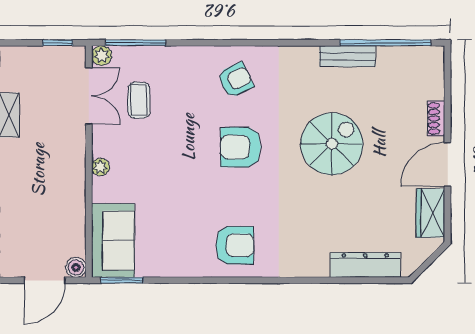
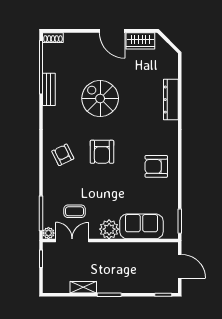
shoe rack: (436, 119) -> (53, 38), moved
plant: (100, 167) -> (109, 229), width x1.88, depth x1.88
sofa: (113, 241) -> (141, 226), moved
armchair: (235, 245) -> (156, 166), moved, turned -90
dresser: (365, 265) -> (171, 100), moved
boiler: (76, 267) -> (172, 248), removed

